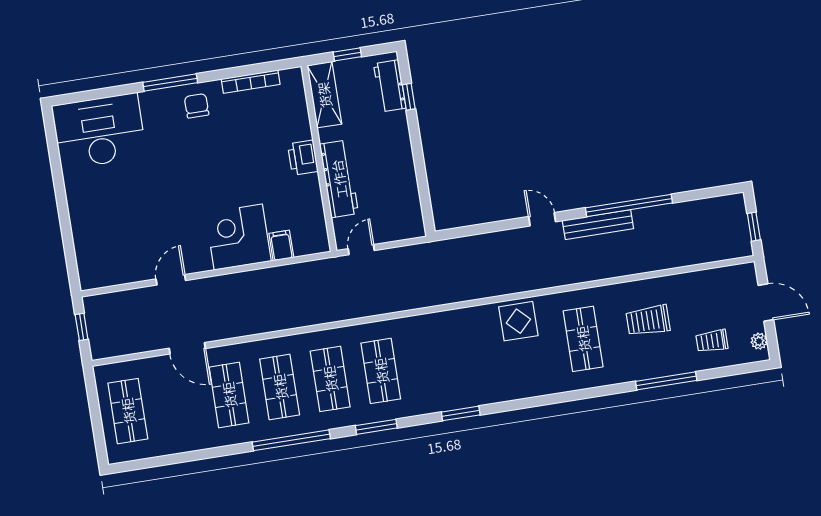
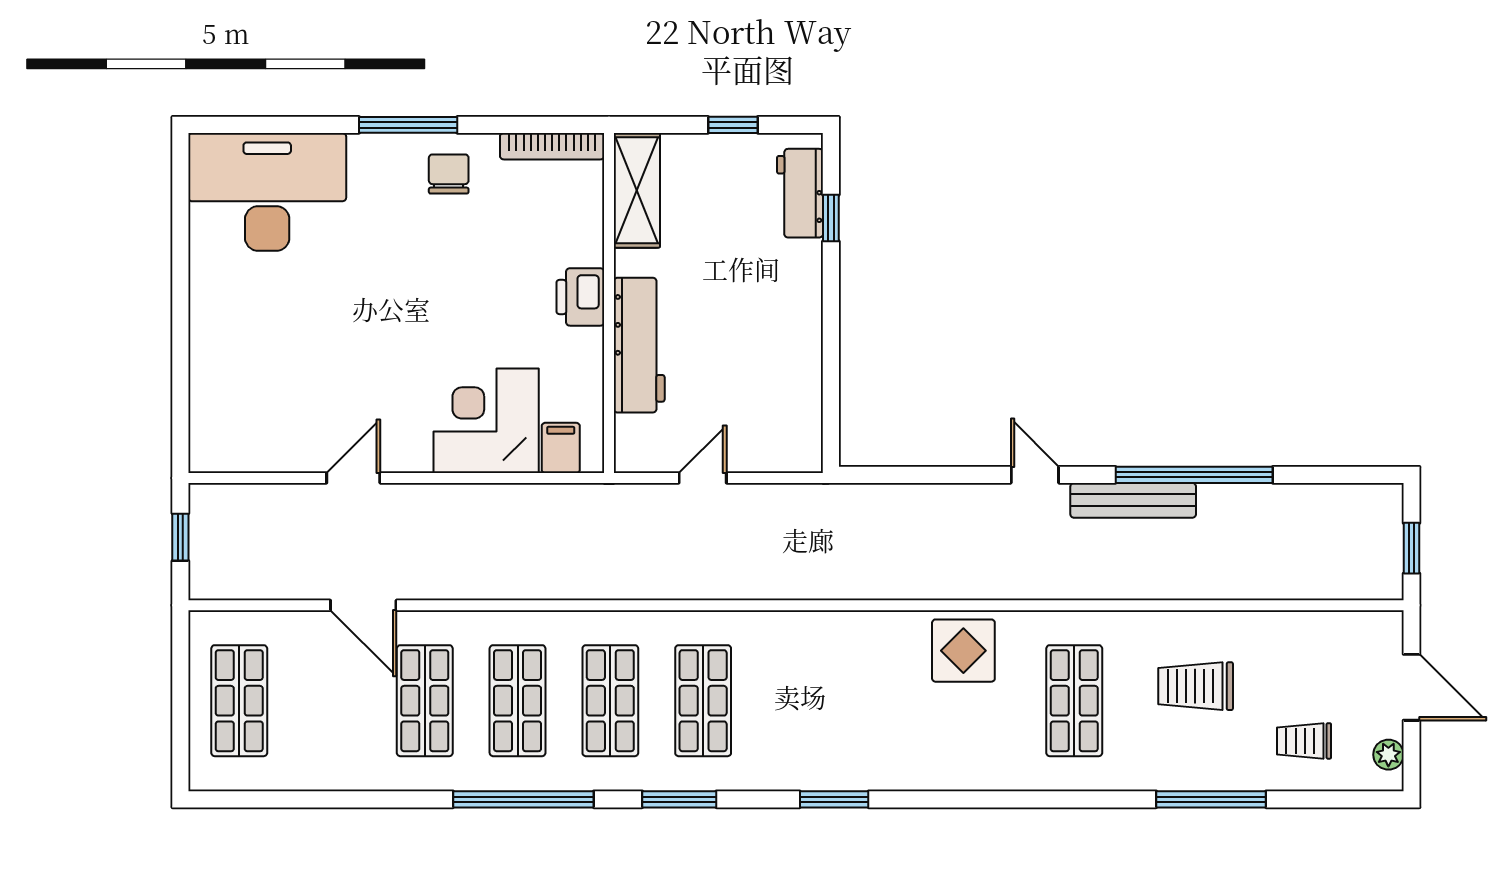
shelving: (324, 95) -> (637, 190), moved
printer: (303, 158) -> (580, 297), moved
wall: (319, 159) -> (609, 303), moved
workbench: (339, 179) -> (639, 345), moved

